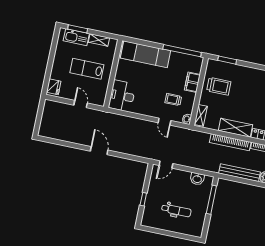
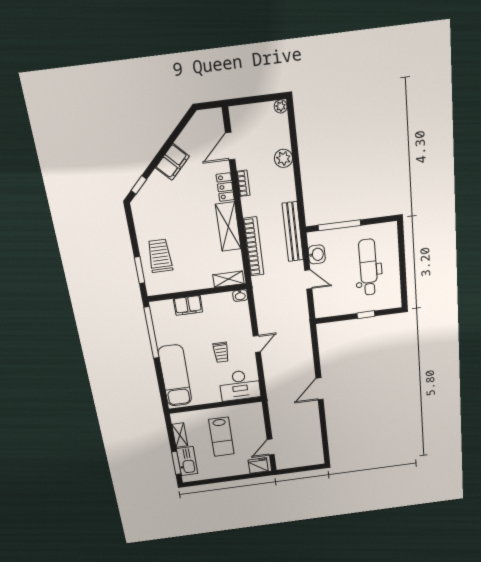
trolley: (219, 86) -> (160, 256), moved
trolley: (173, 99) -> (221, 352), moved
door: (81, 104) -> (271, 447), moved
door: (164, 122) -> (257, 344), moved
bookcase: (230, 142) -> (254, 247), moved
door: (166, 165) -> (308, 279), moved
bench: (239, 173) -> (293, 232), moved
dental chair: (176, 210) -> (368, 267), width x1.36, depth x1.38

